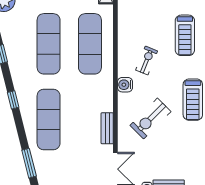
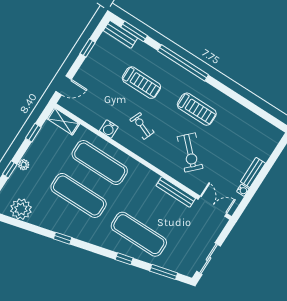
water cooler: (125, 85) -> (109, 129), moved
window: (13, 100) -> (124, 259), moved
bench: (107, 128) -> (176, 192), width x1.36

